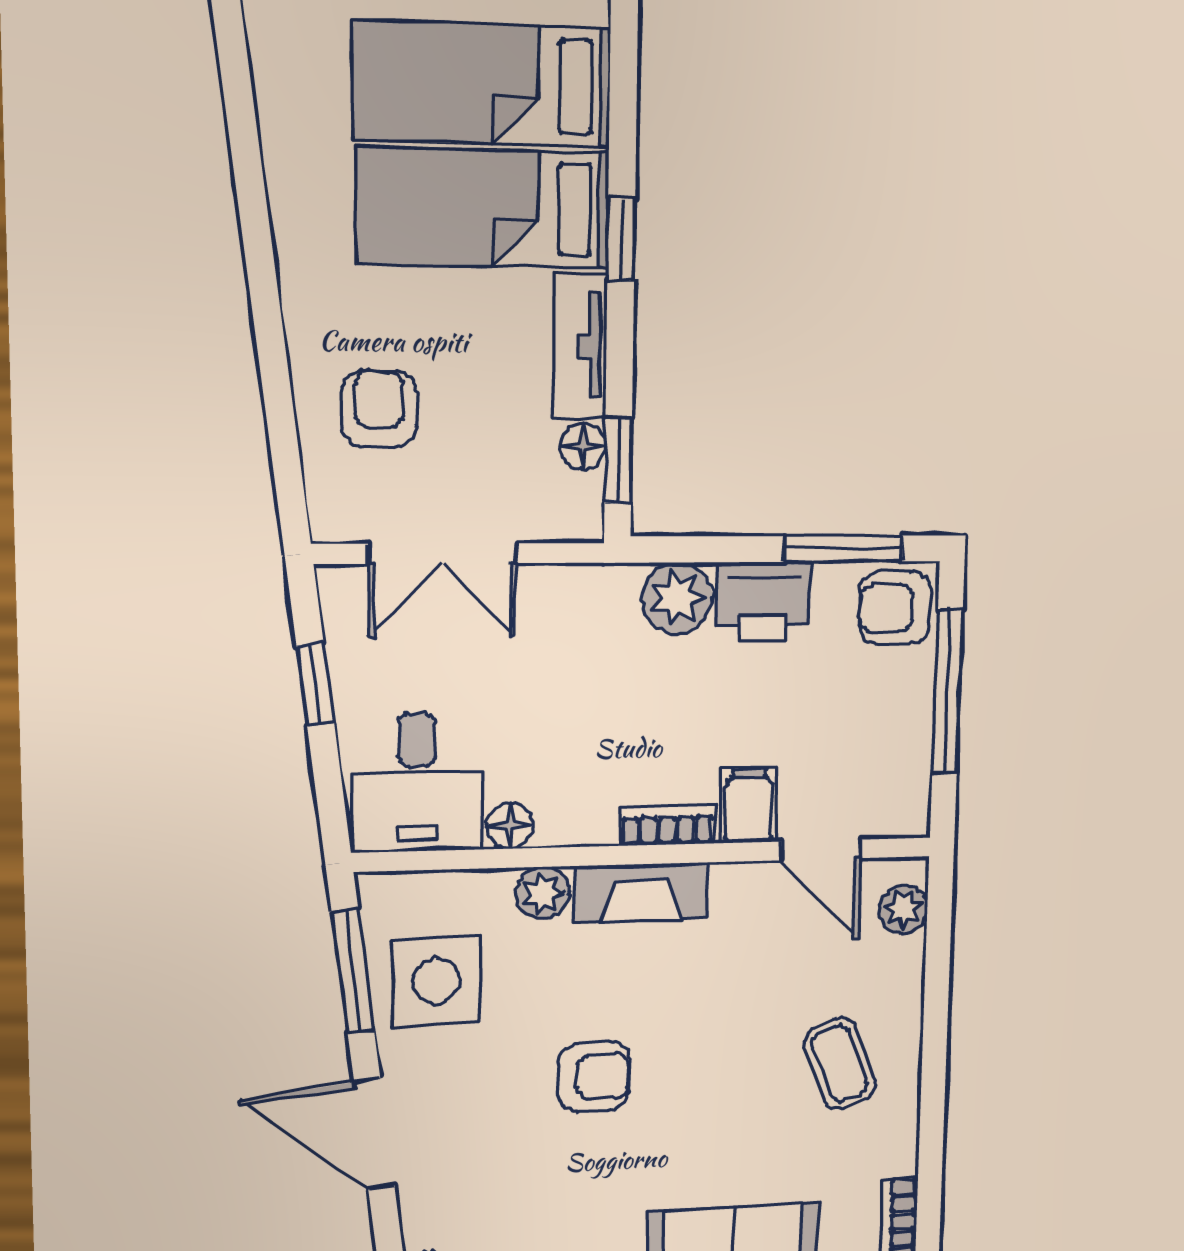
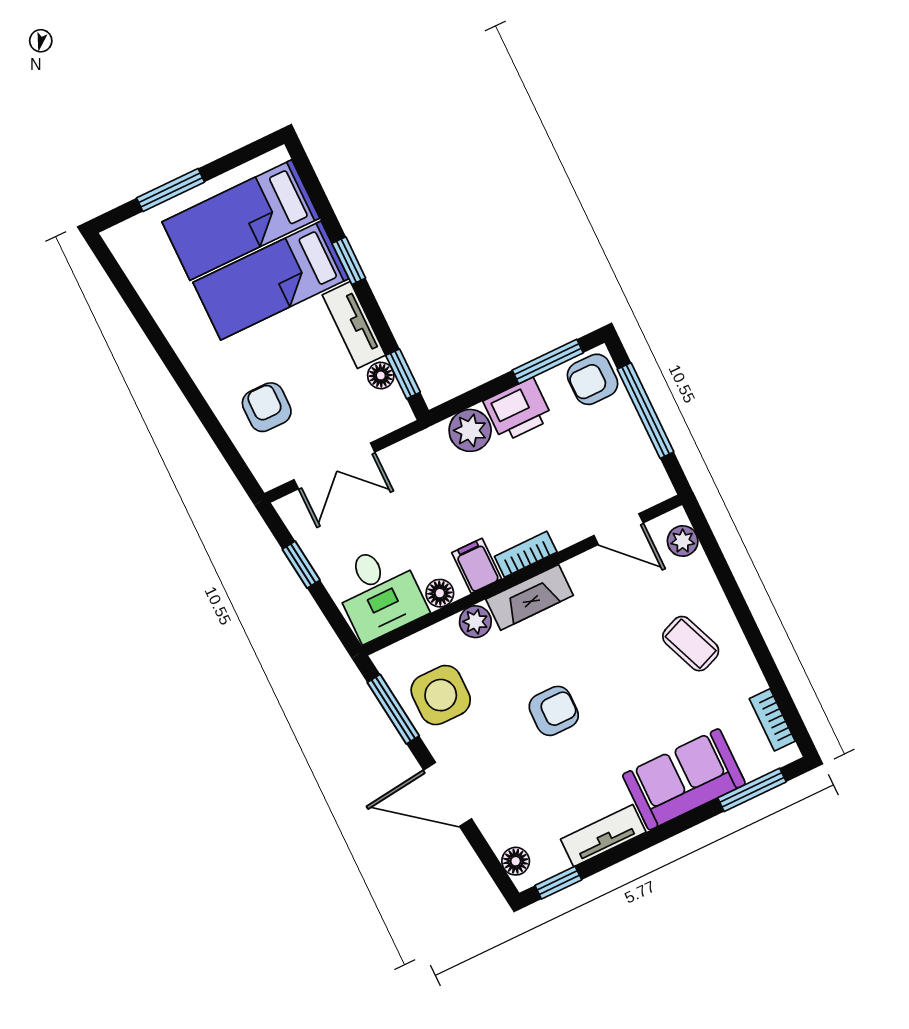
filing cabinet: (749, 805) -> (477, 566), moved

